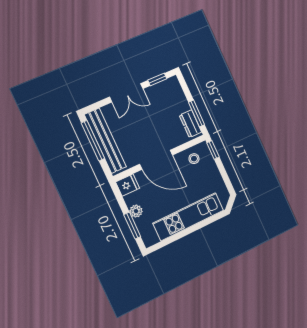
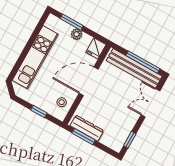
double door: (126, 93) -> (150, 103), moved
dresser: (190, 124) -> (87, 128), width x1.44
window: (213, 150) -> (39, 111), moved

